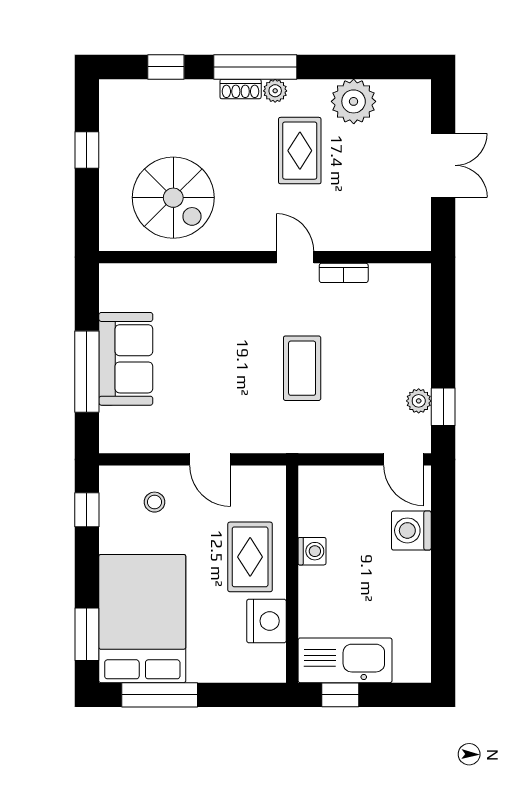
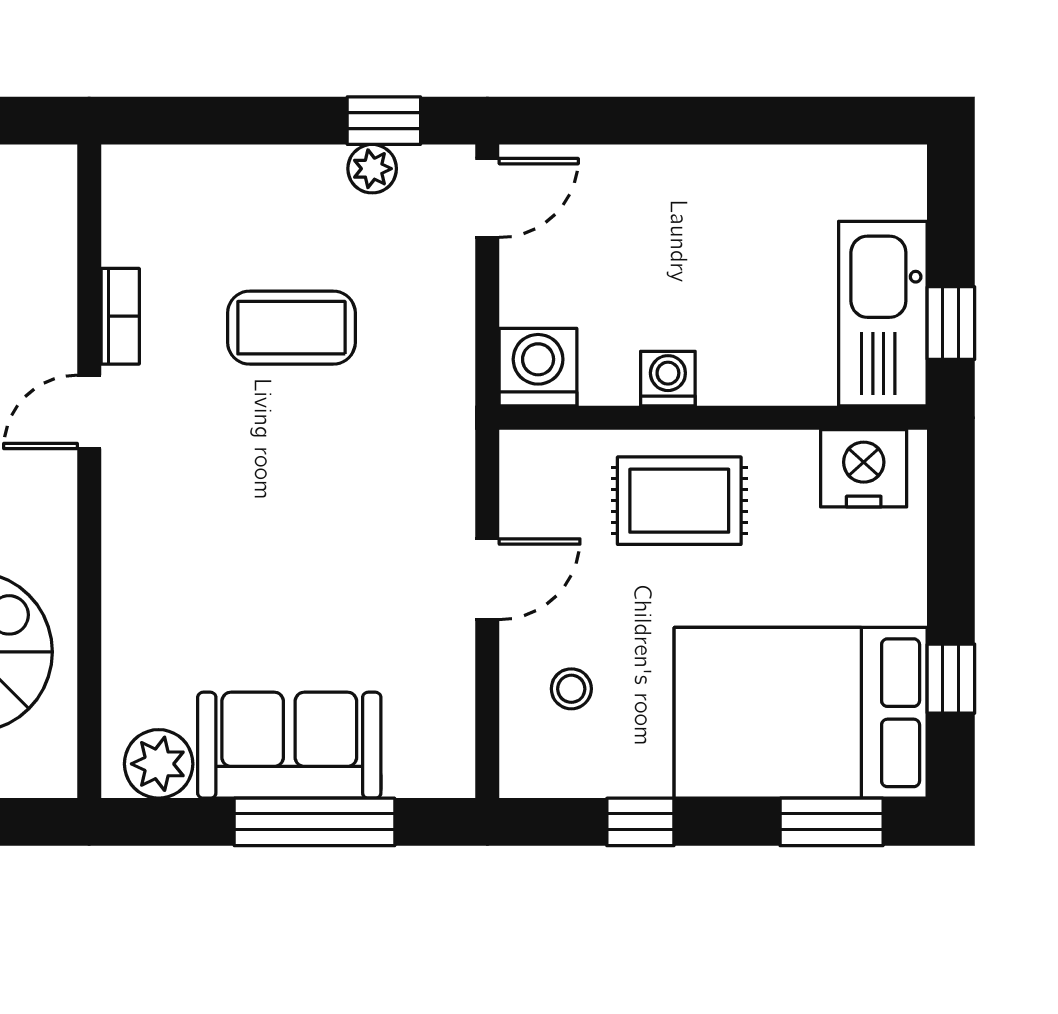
plant: (116, 292) -> (159, 764), added
coffee table: (302, 368) -> (291, 328), moved
window: (87, 510) -> (640, 822), moved
washing machine: (411, 530) -> (538, 367), moved, turned 180
nightstand: (266, 621) -> (864, 468), moved
window: (160, 695) -> (951, 679), width x0.46

